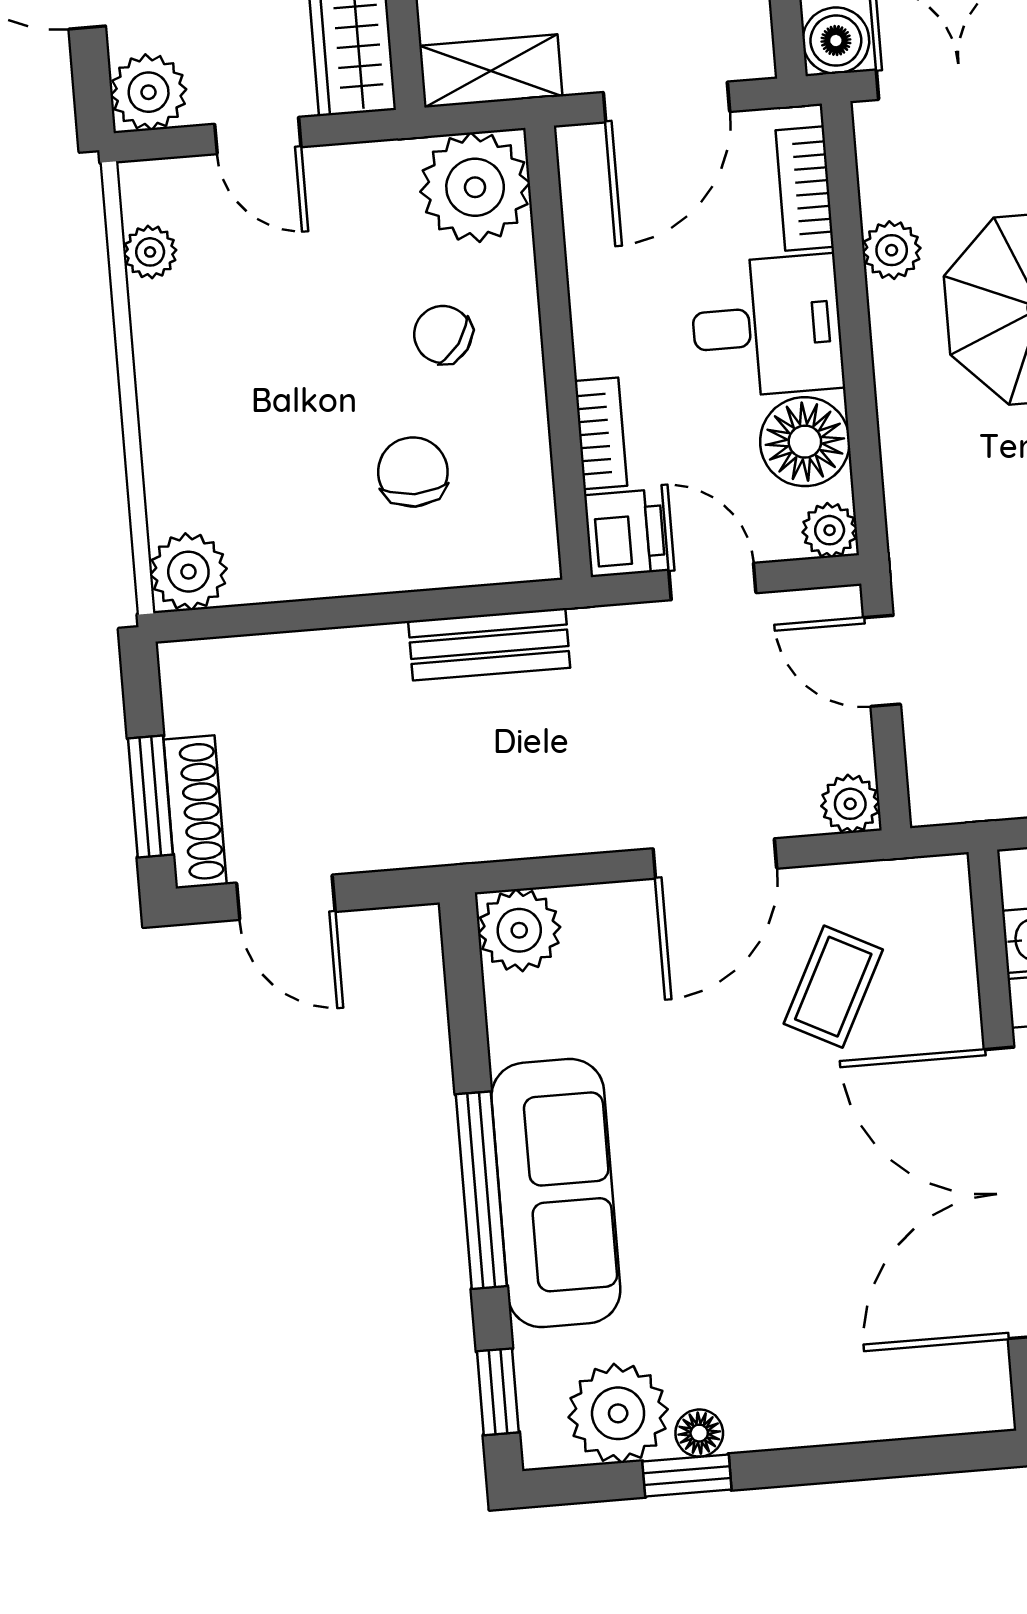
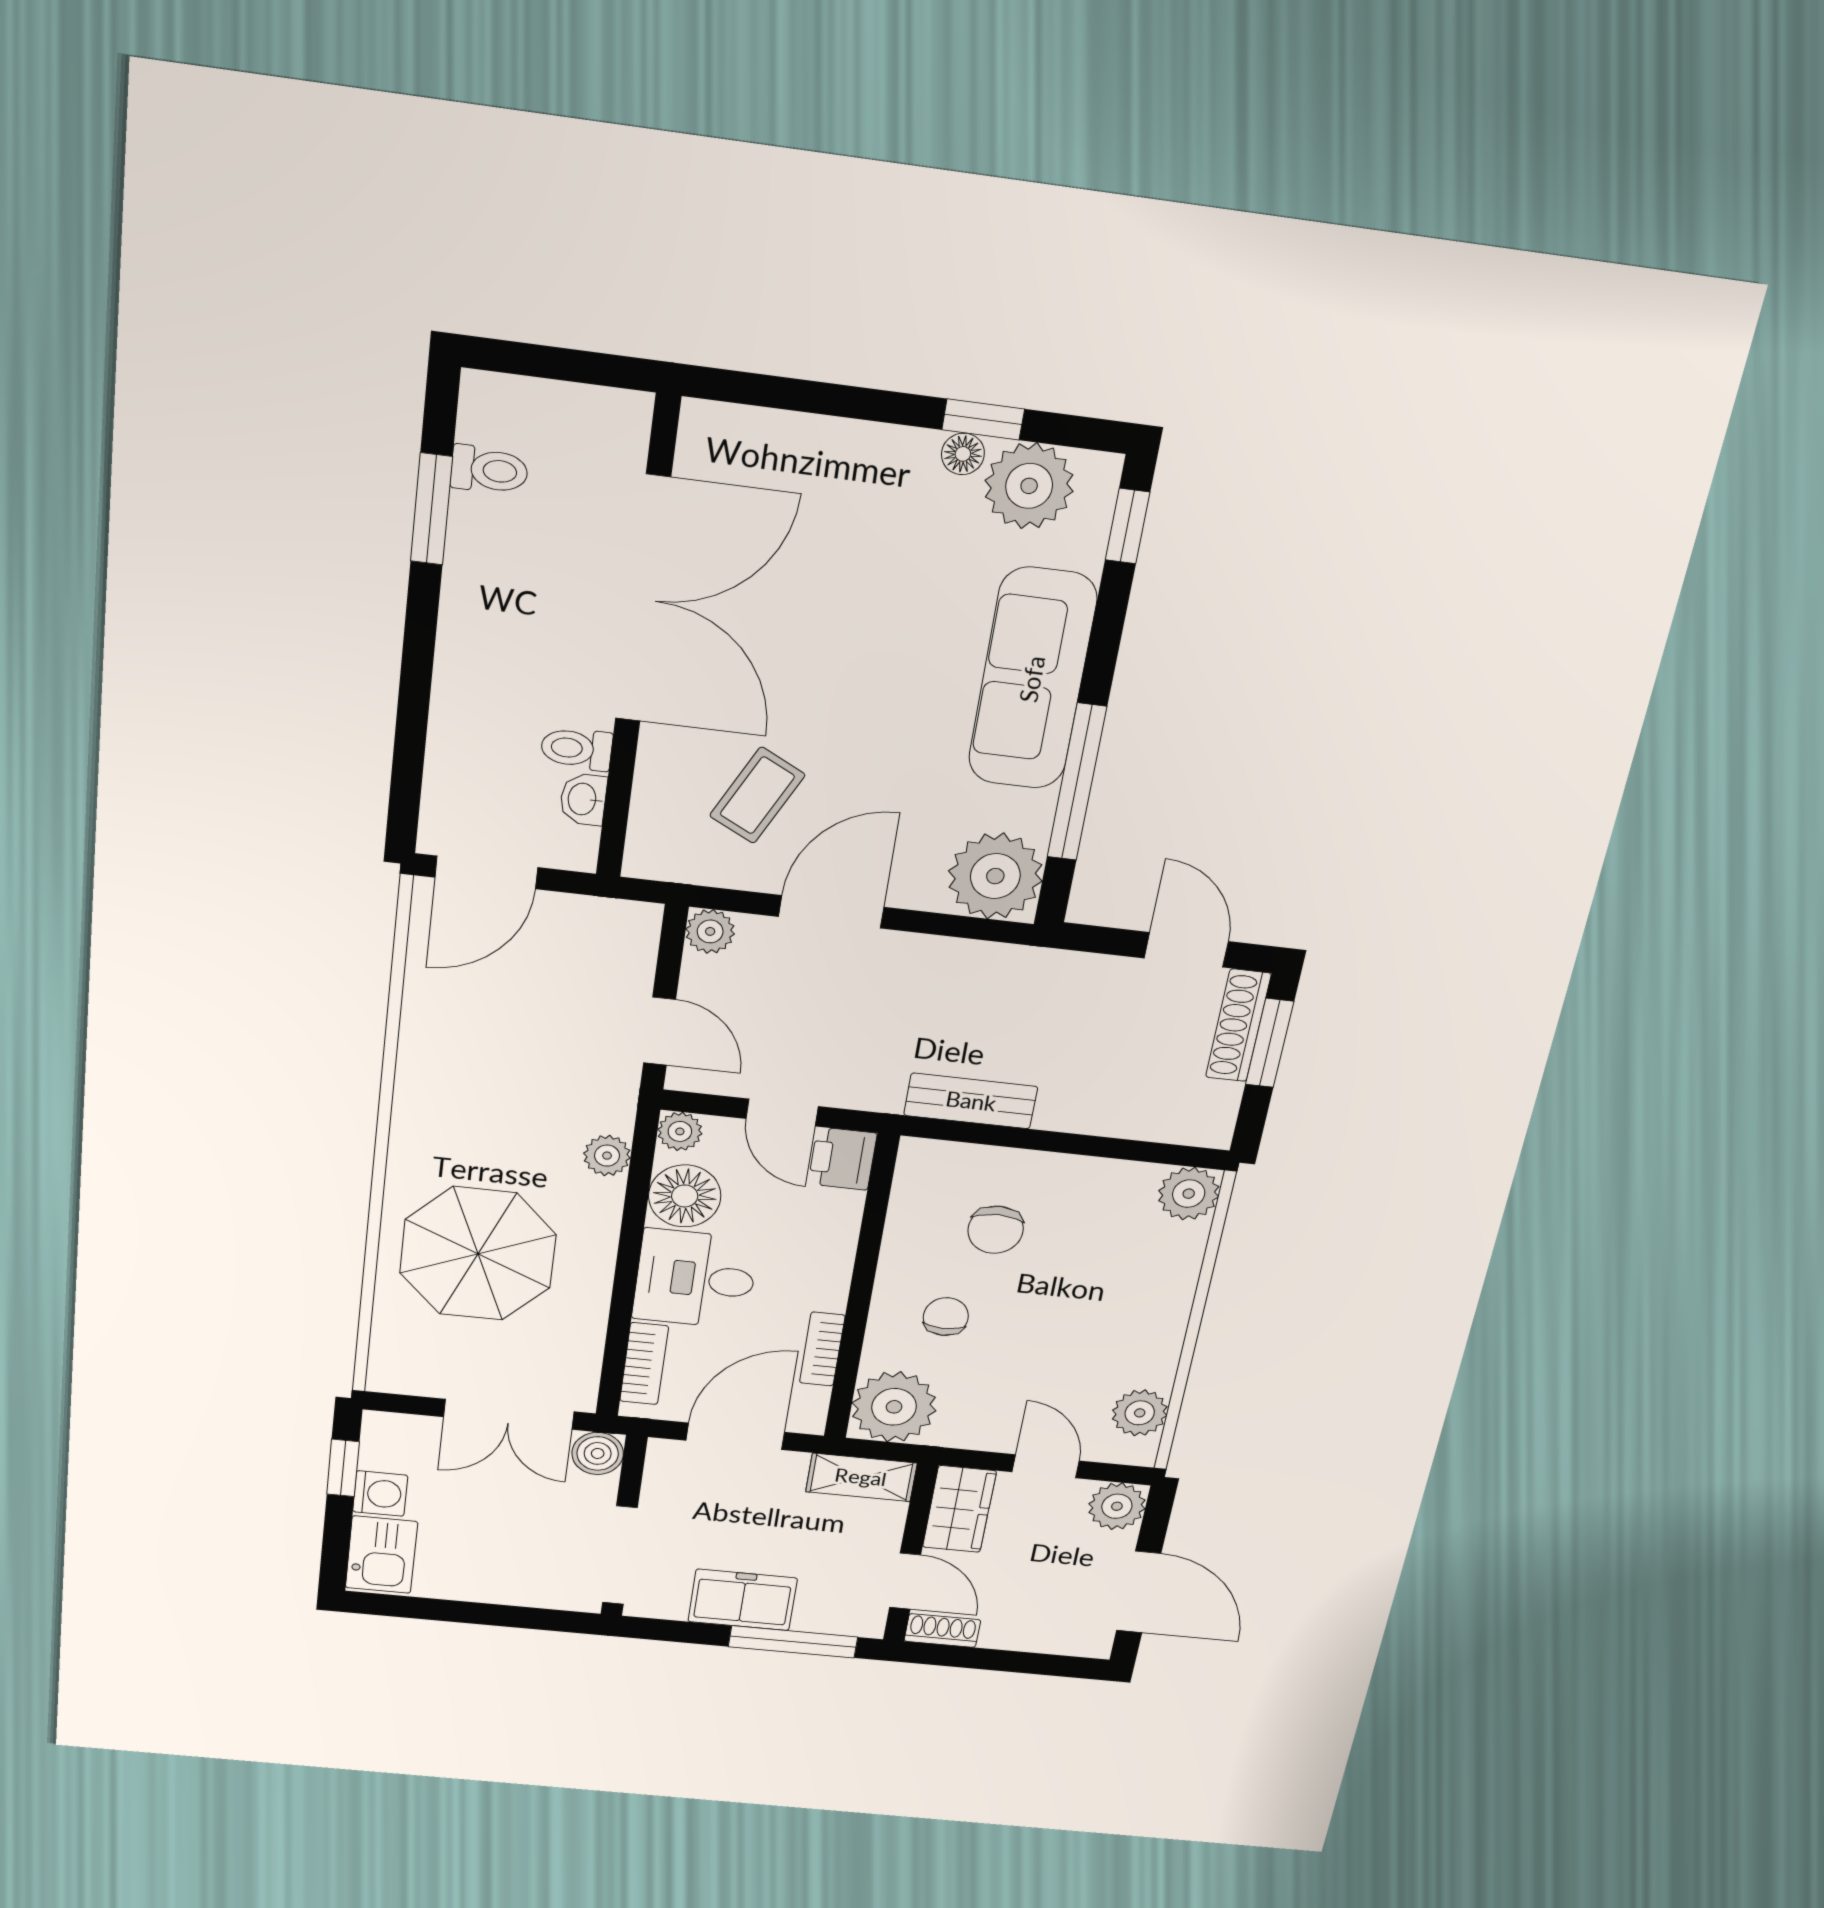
plant: (892, 250) -> (607, 1156), moved
plant: (150, 252) -> (1140, 1413), width x1.38, depth x1.38
chair: (443, 334) -> (946, 1317), turned -126
bookcase: (601, 433) -> (822, 1349), moved
plant: (519, 930) -> (995, 876), width x1.36, depth x1.36
window: (481, 1190) -> (1077, 782), moved

